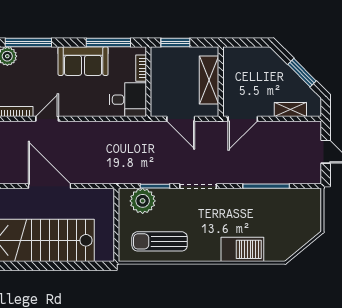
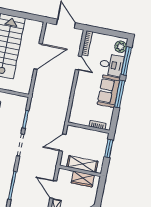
window: (108, 42) -> (120, 94), moved
wardrobe: (233, 74) -> (83, 179), added
desk: (128, 100) -> (111, 65), moved, turned -90
door: (243, 119) -> (53, 189), moved
plant: (143, 201) -> (18, 110), removed

